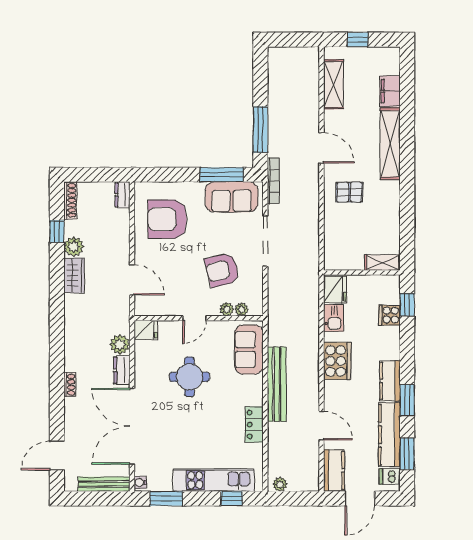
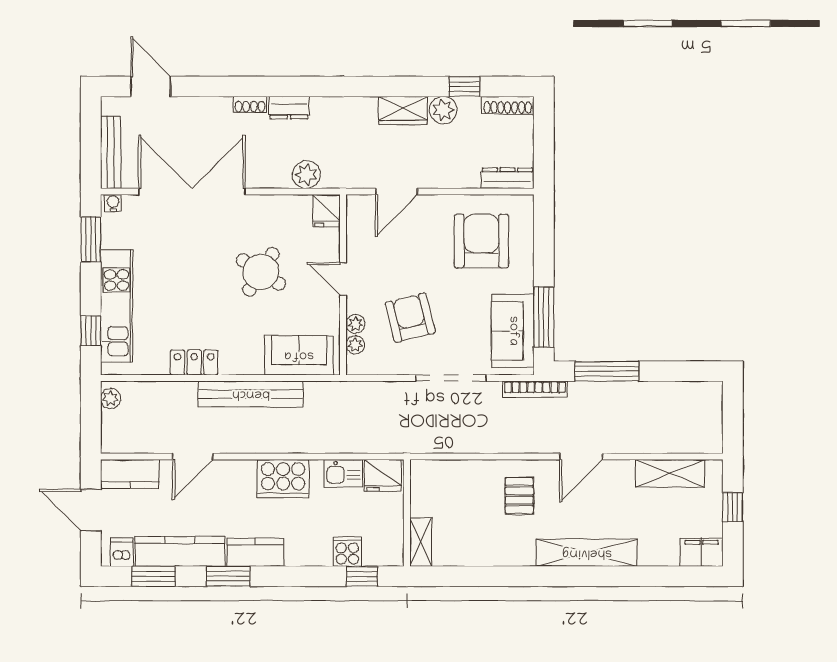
filing cabinet: (390, 91) -> (702, 552), moved
dresser: (122, 195) -> (508, 178), width x1.44
dresser: (122, 370) -> (289, 108), moved, turned 180
round table: (189, 377) -> (261, 272), turned 33

